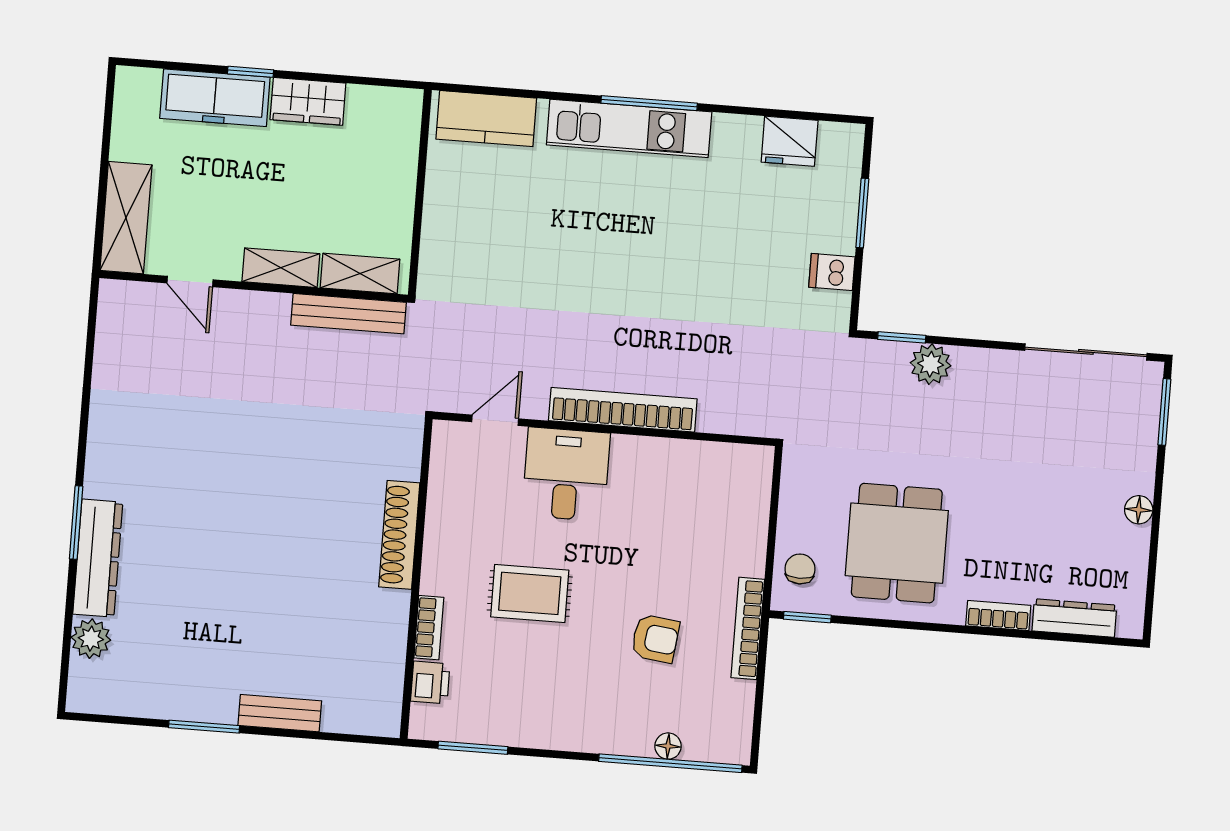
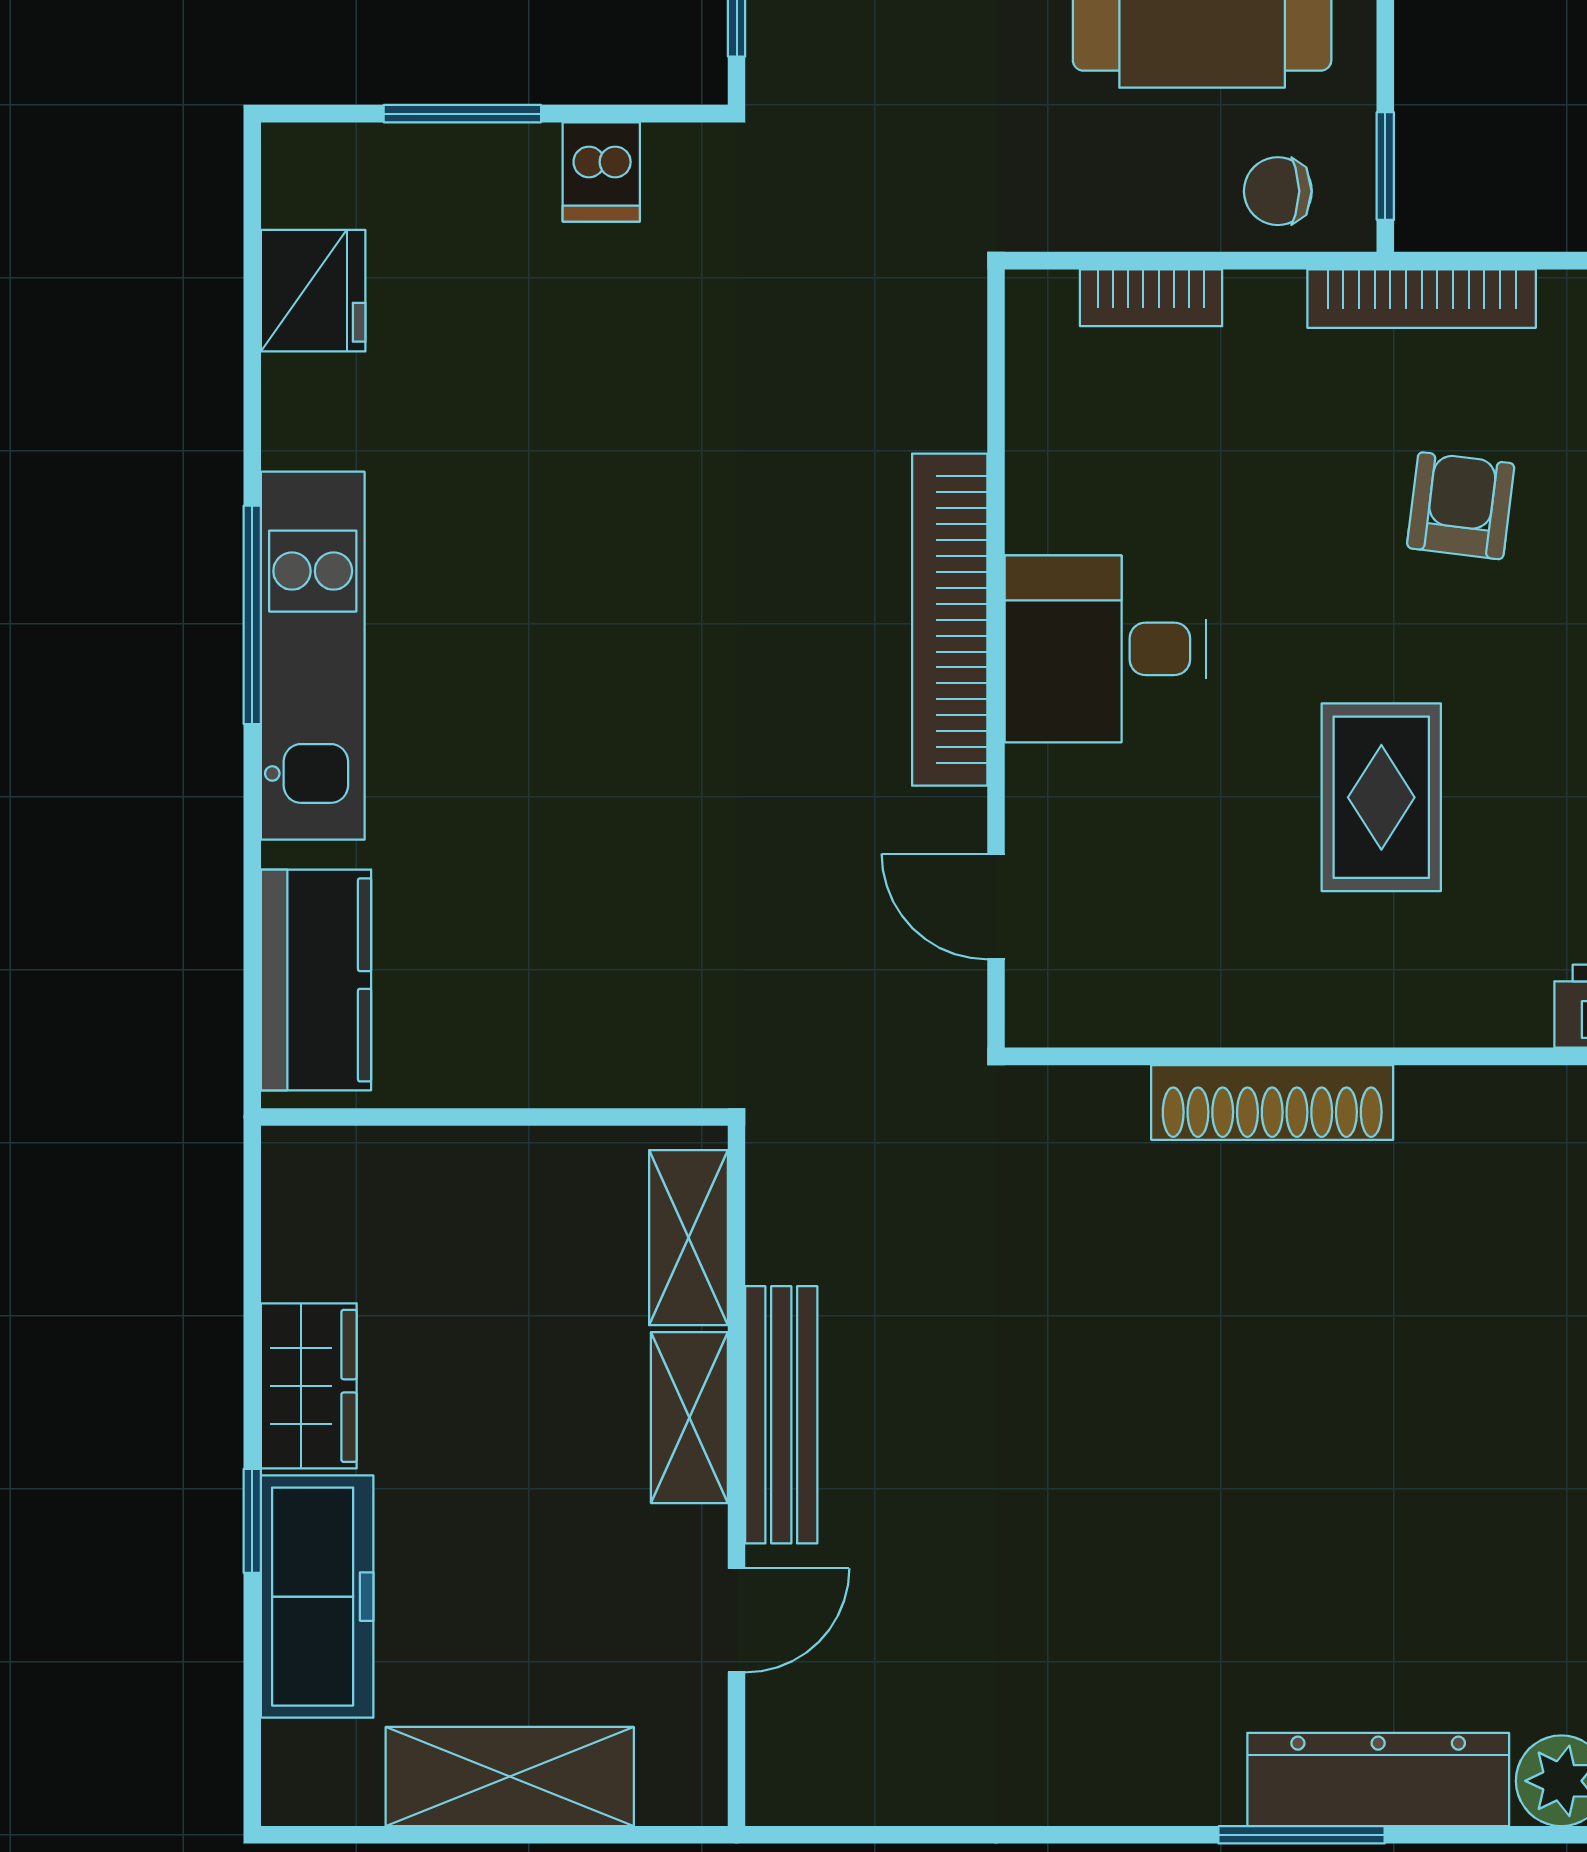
shelving: (126, 218) -> (510, 1777), moved
bench: (348, 314) -> (781, 1415), moved
desk: (566, 474) -> (1105, 649), moved
bookcase: (429, 628) -> (1151, 298), moved, turned 180

